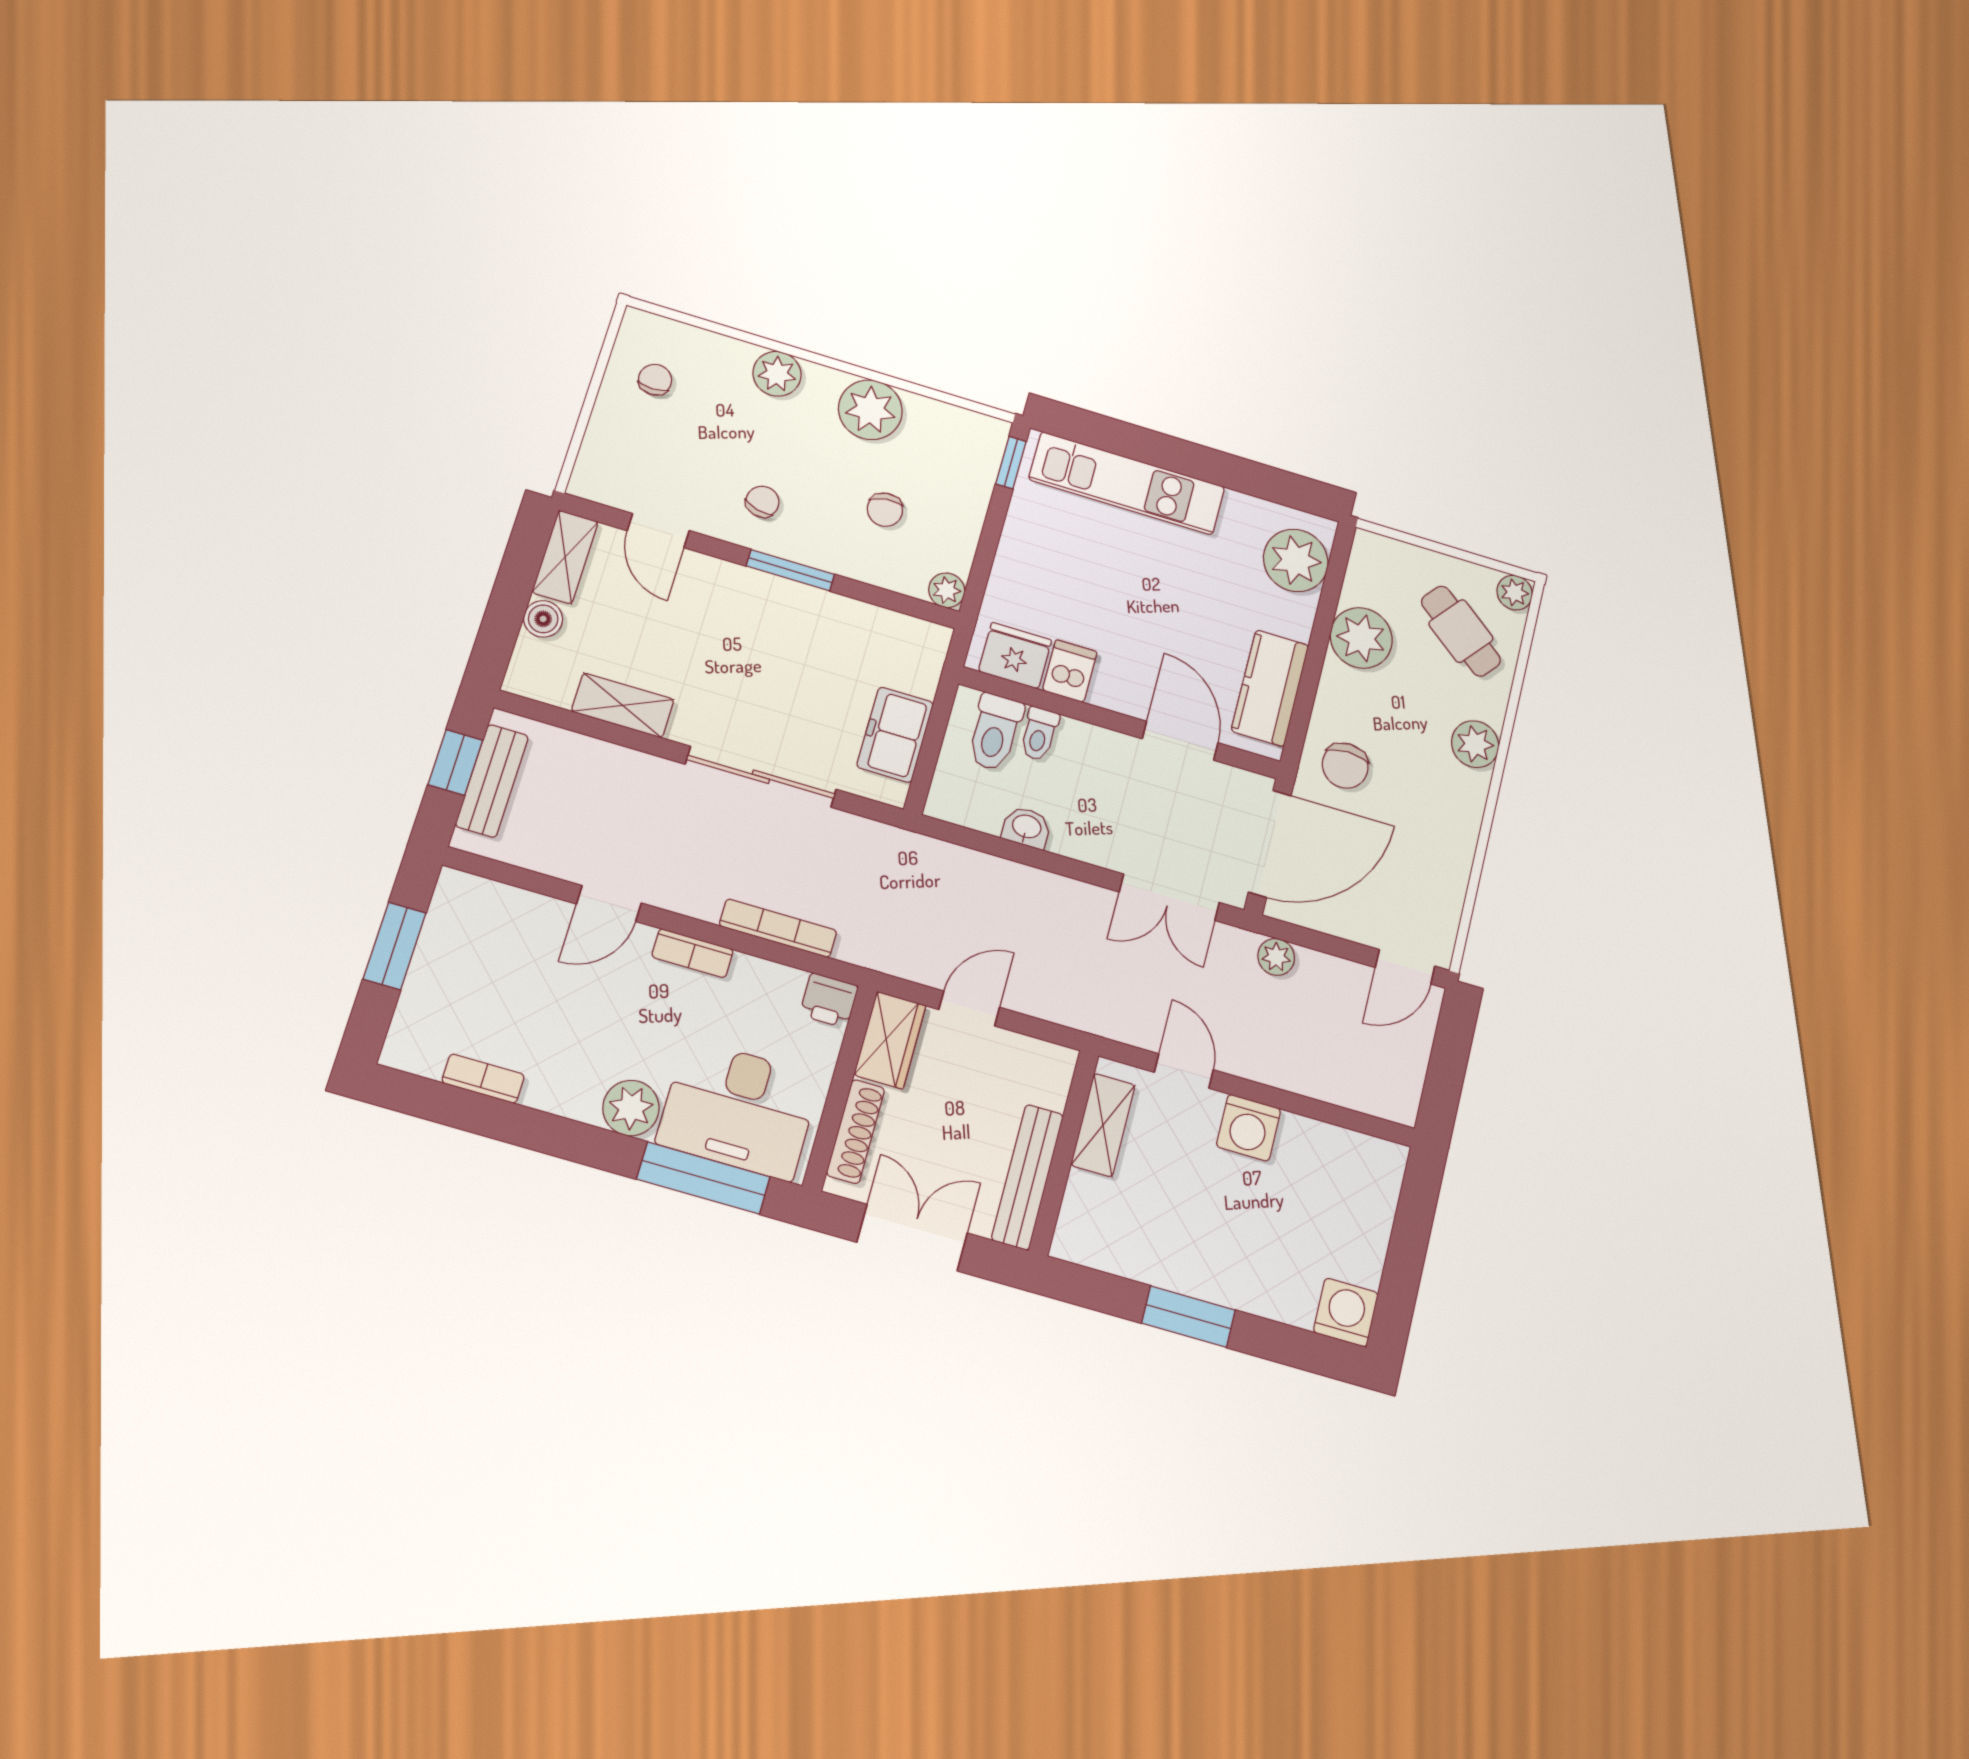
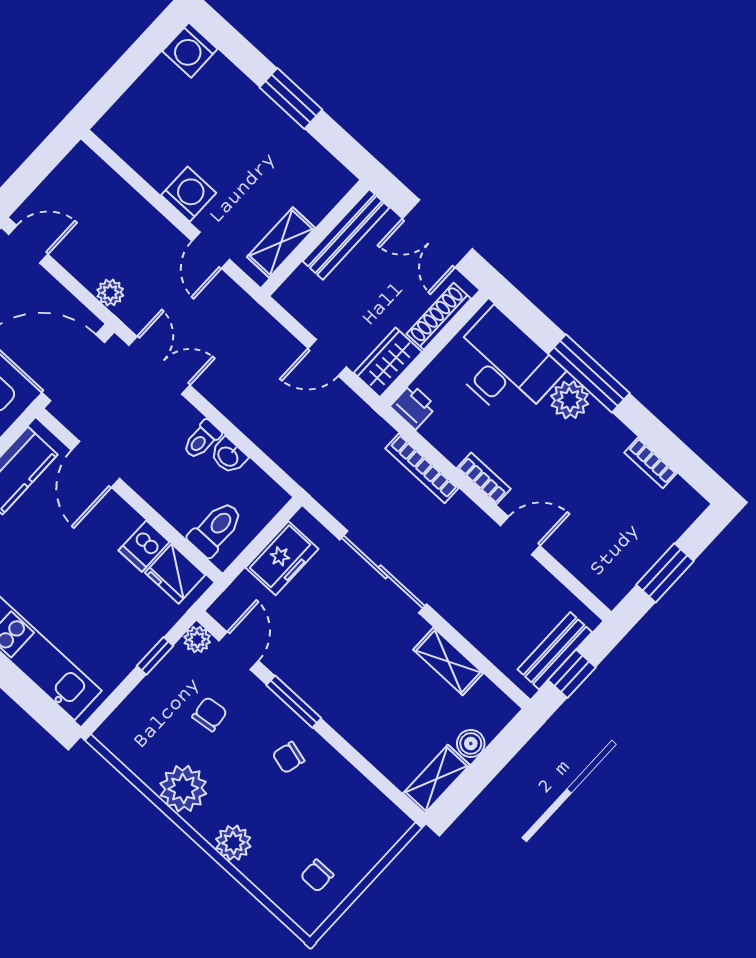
window: (1011, 463) -> (155, 656), moved
door: (658, 531) -> (239, 651), moved
toilet: (1039, 734) -> (202, 440), moved, turned 180
window: (703, 1178) -> (589, 373), moved

